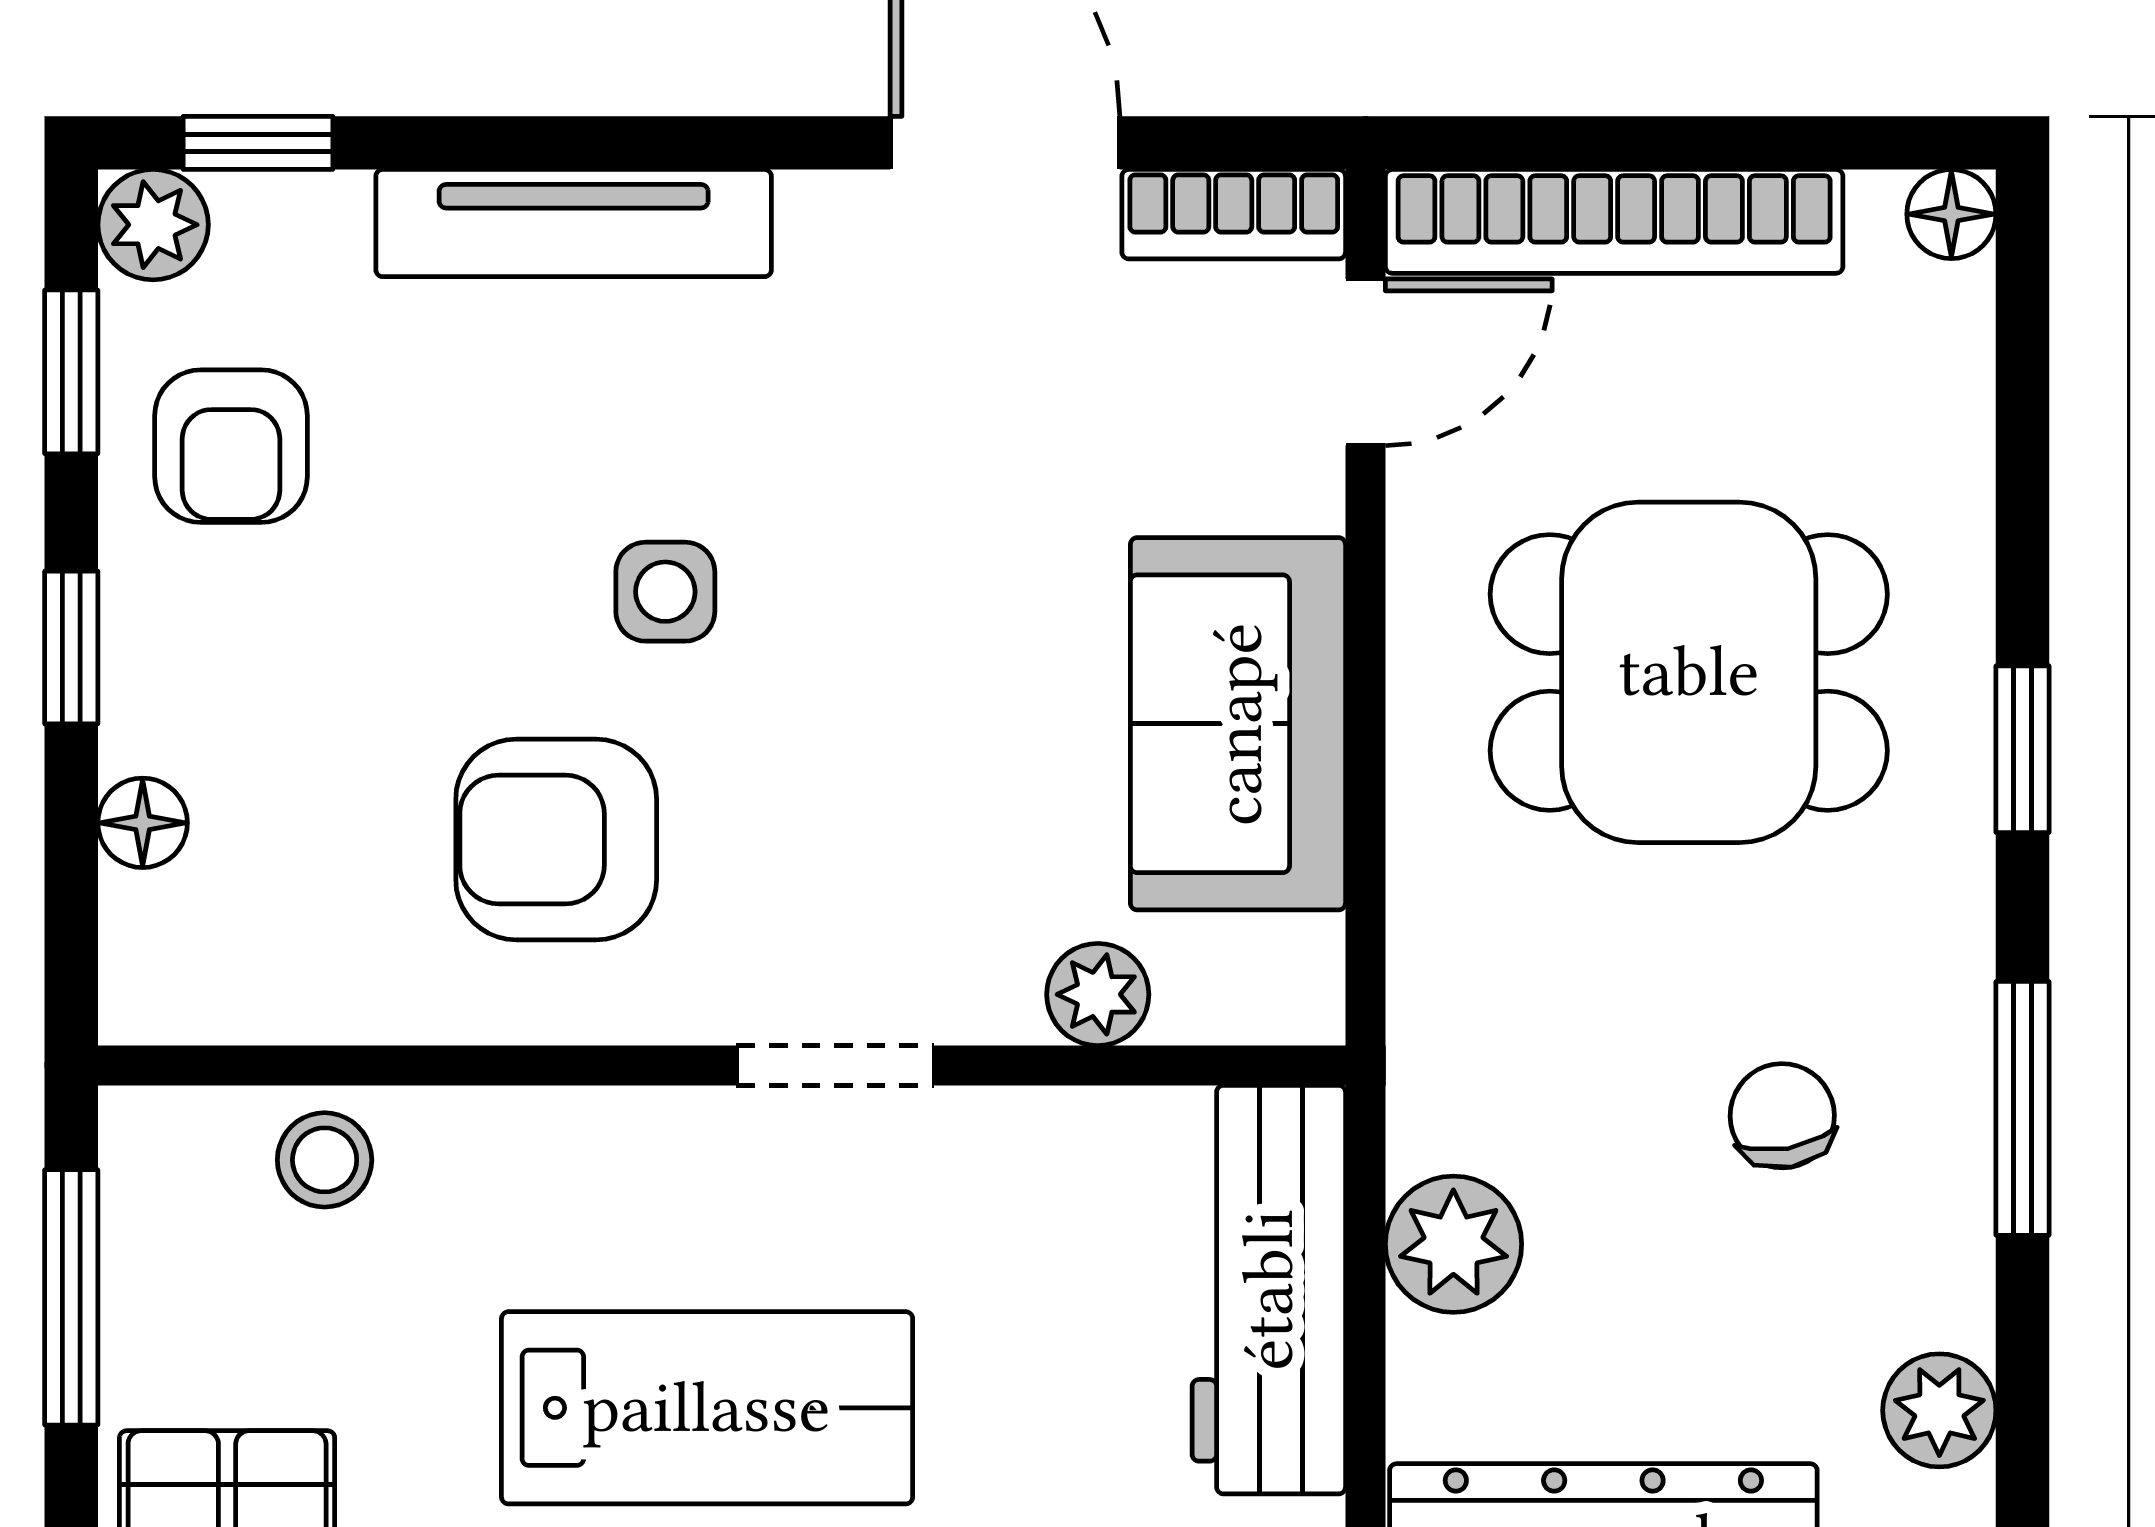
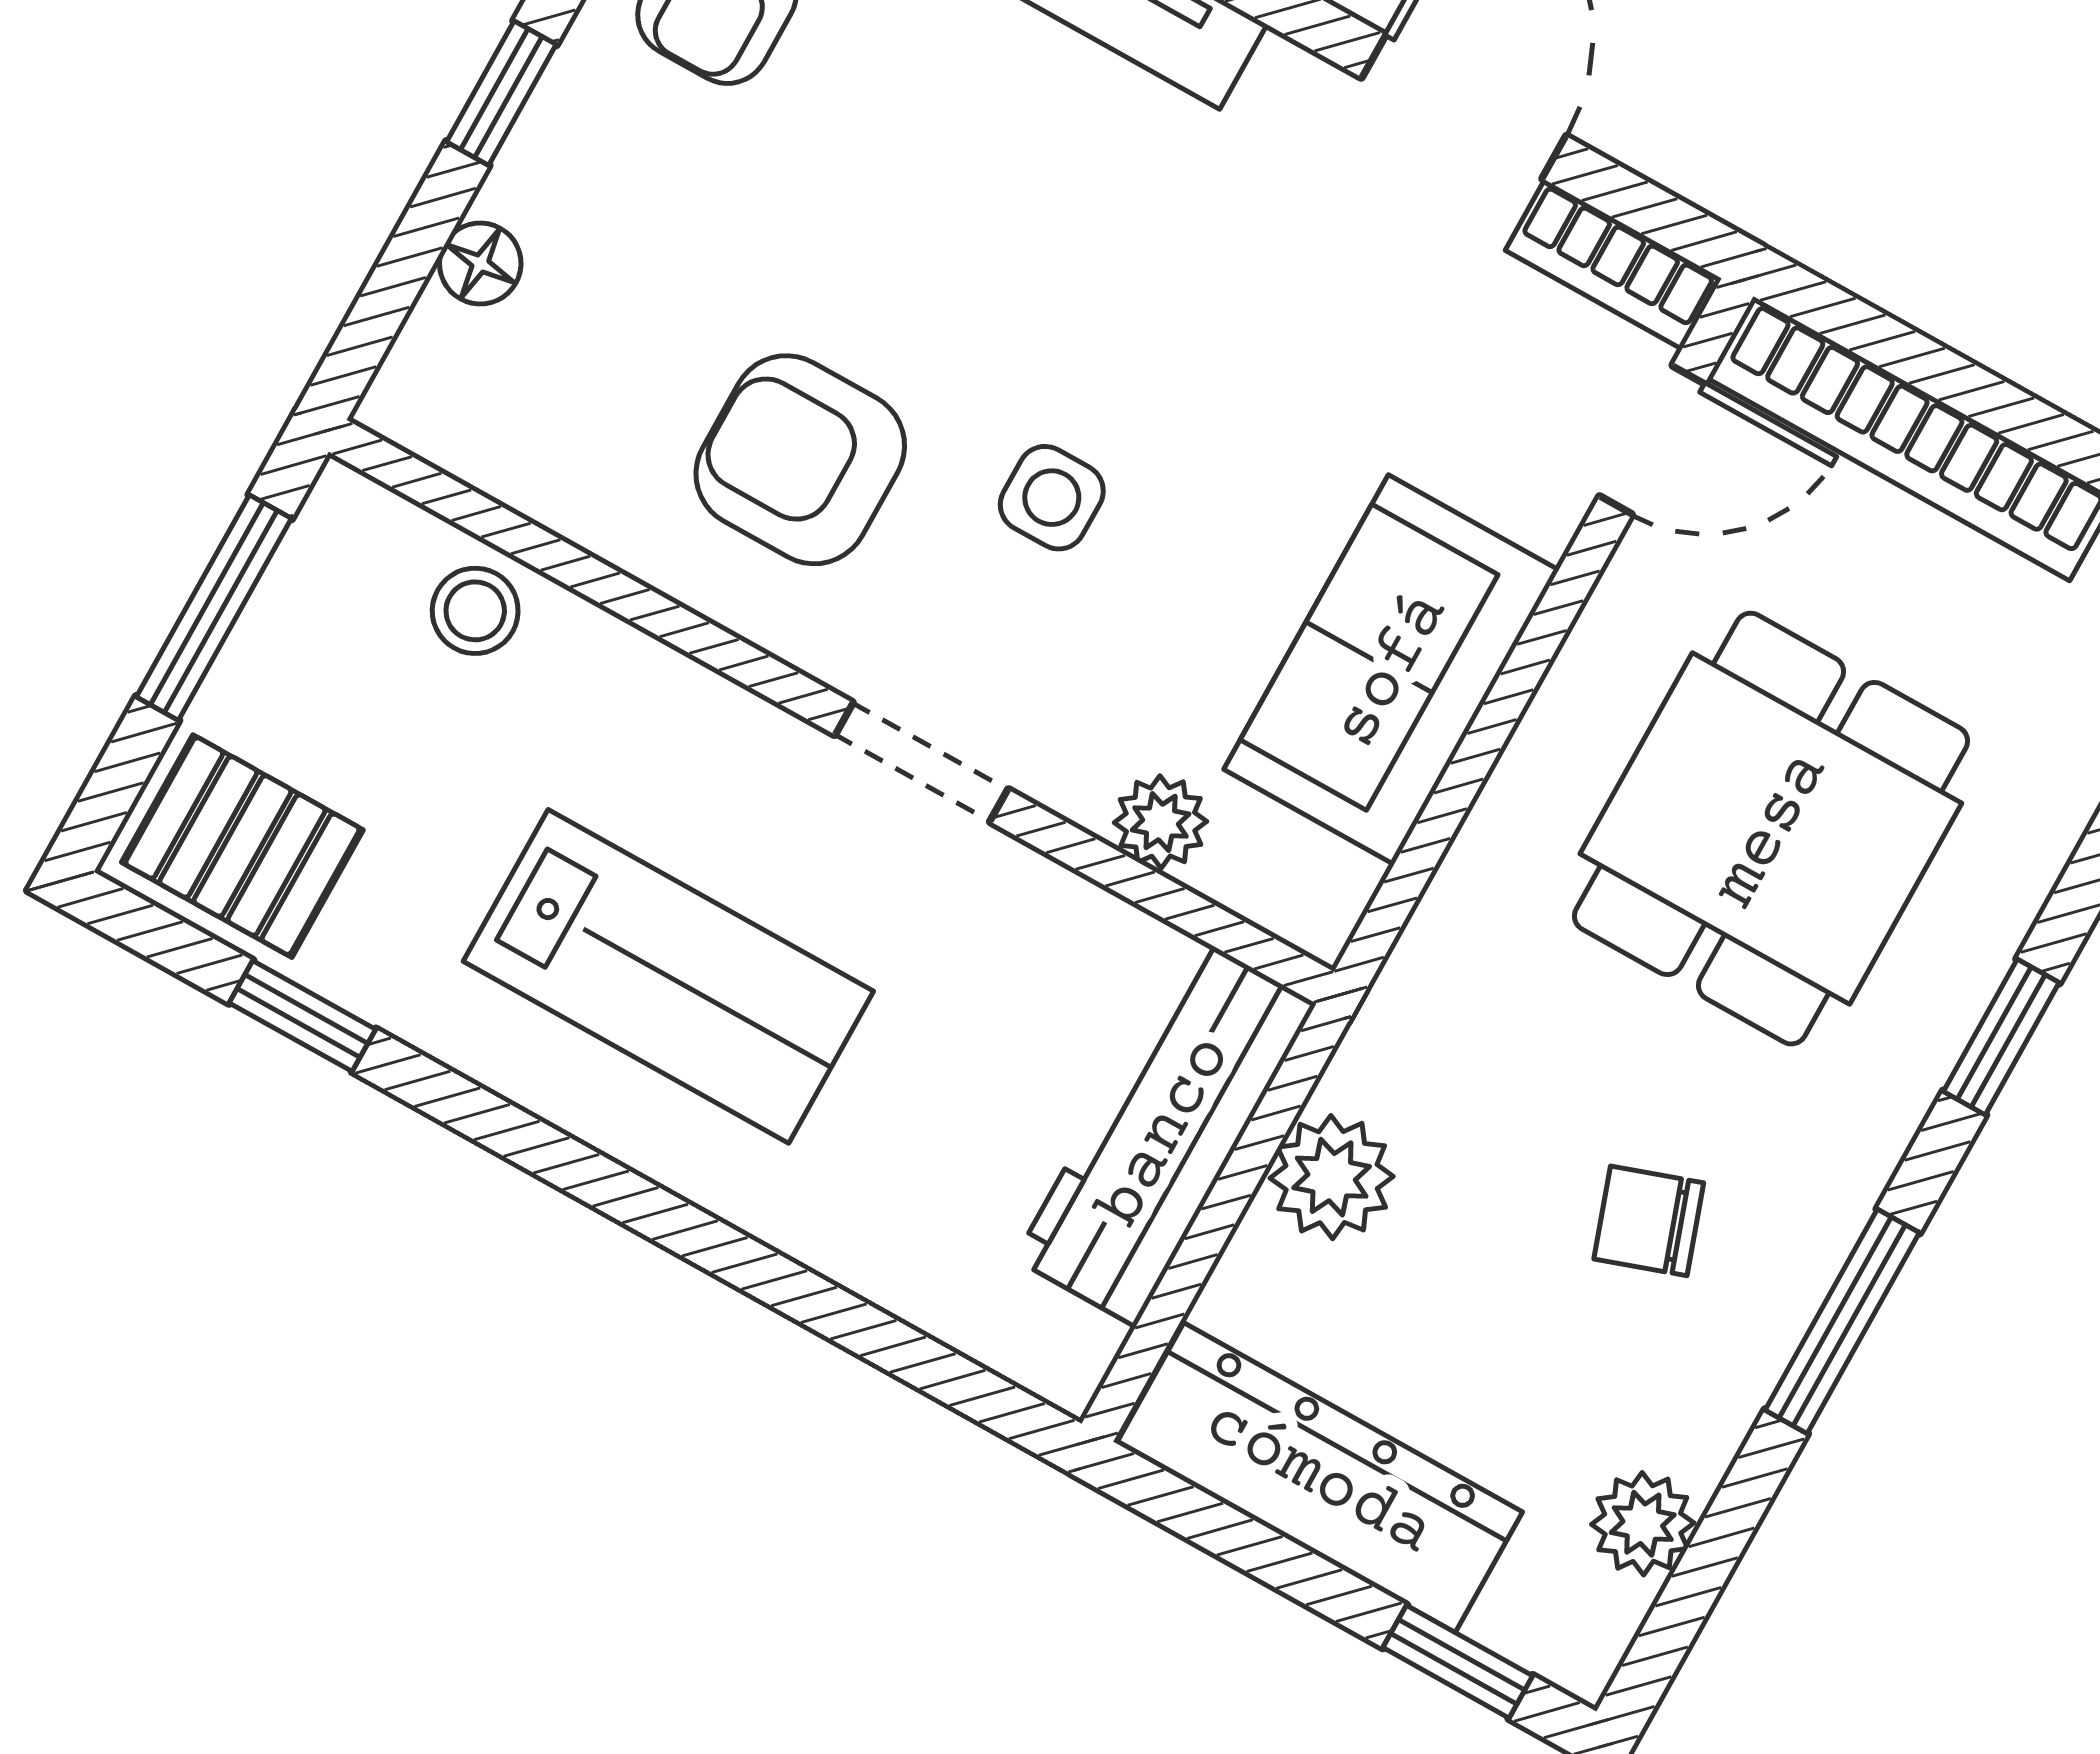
side table: (665, 592) -> (1052, 498), moved
dining table: (1689, 672) -> (1771, 829), turned 90
chair: (1782, 1116) -> (1649, 1221), turned -99

